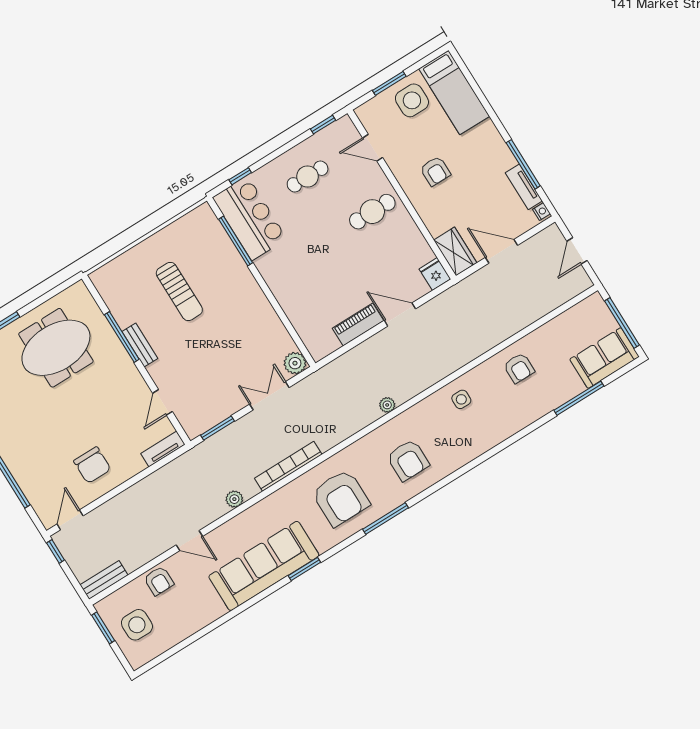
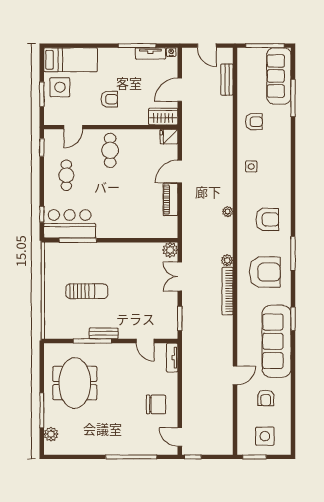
sofa: (604, 358) -> (279, 76), width x1.36
plant: (234, 499) -> (227, 260), moved
bench: (104, 580) -> (227, 80), moved
armchair: (159, 581) -> (266, 398), moved, turned 90

